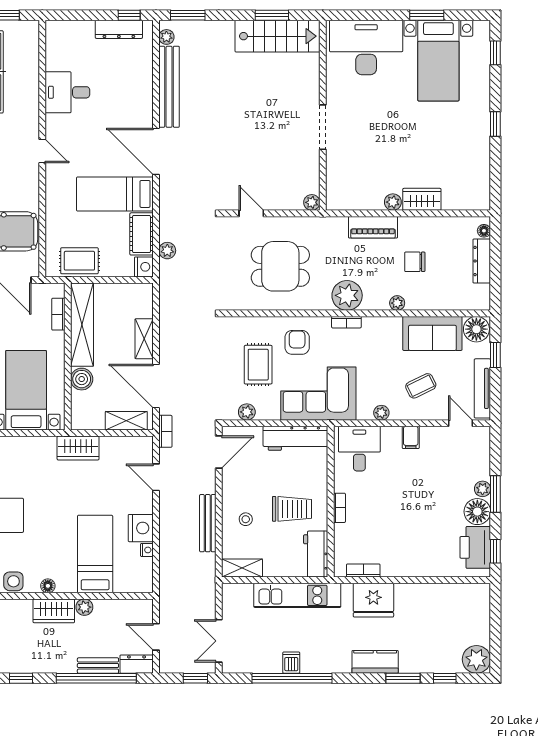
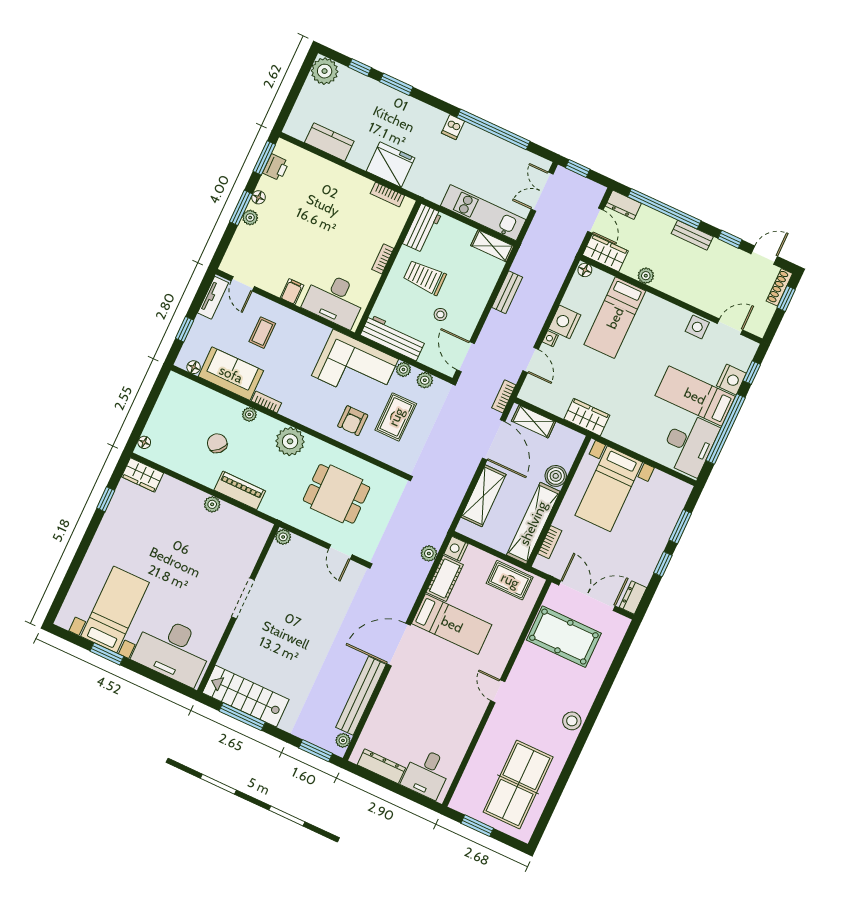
window: (129, 15) -> (367, 774), removed
window: (272, 15) -> (242, 717), width x1.44
window: (495, 53) -> (62, 593), removed
desk: (67, 92) -> (427, 773), moved, turned 90
window: (495, 124) -> (106, 499), moved
door: (156, 151) -> (399, 645), swing flipped
wardrobe: (422, 199) -> (143, 475), moved
dresser: (482, 261) -> (158, 417), removed
chair: (415, 262) -> (217, 443), turned -136
bookcase: (346, 322) -> (266, 402), moved
floor lamp: (476, 329) -> (194, 367), width x0.53, depth x0.53
shelving: (144, 339) -> (483, 496), width x1.50, depth x1.33
coffee table: (421, 386) -> (262, 333), turned -64
tv unit: (482, 388) -> (213, 298), width x0.71
plant: (381, 413) -> (403, 370), moved
desk: (359, 449) -> (335, 299), width x1.37
door: (219, 452) -> (466, 357), hinge flipped
floor lamp: (477, 512) -> (258, 197), width x0.53, depth x0.53
stool: (246, 519) -> (440, 314), moved
bench: (208, 523) -> (507, 292), width x0.73
printer: (475, 547) -> (276, 167), width x0.53, depth x0.68
nightstand: (147, 550) -> (550, 339), moved
window: (495, 551) -> (264, 158), width x1.50
floor lamp: (48, 586) -> (585, 270), moved
kitchen unit: (297, 595) -> (483, 213), moved
wardrobe: (54, 611) -> (605, 253), moved
double door: (219, 641) -> (542, 192), swing flipped
kitchen counter: (375, 662) -> (329, 142), moved, turned 180
dishwasher: (291, 663) -> (453, 127), moved
bench: (98, 666) -> (692, 235), moved

